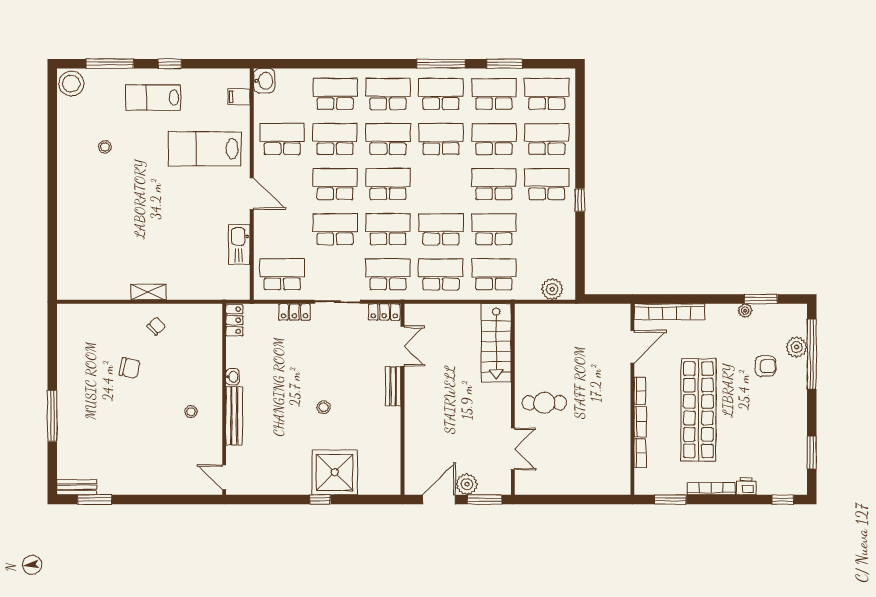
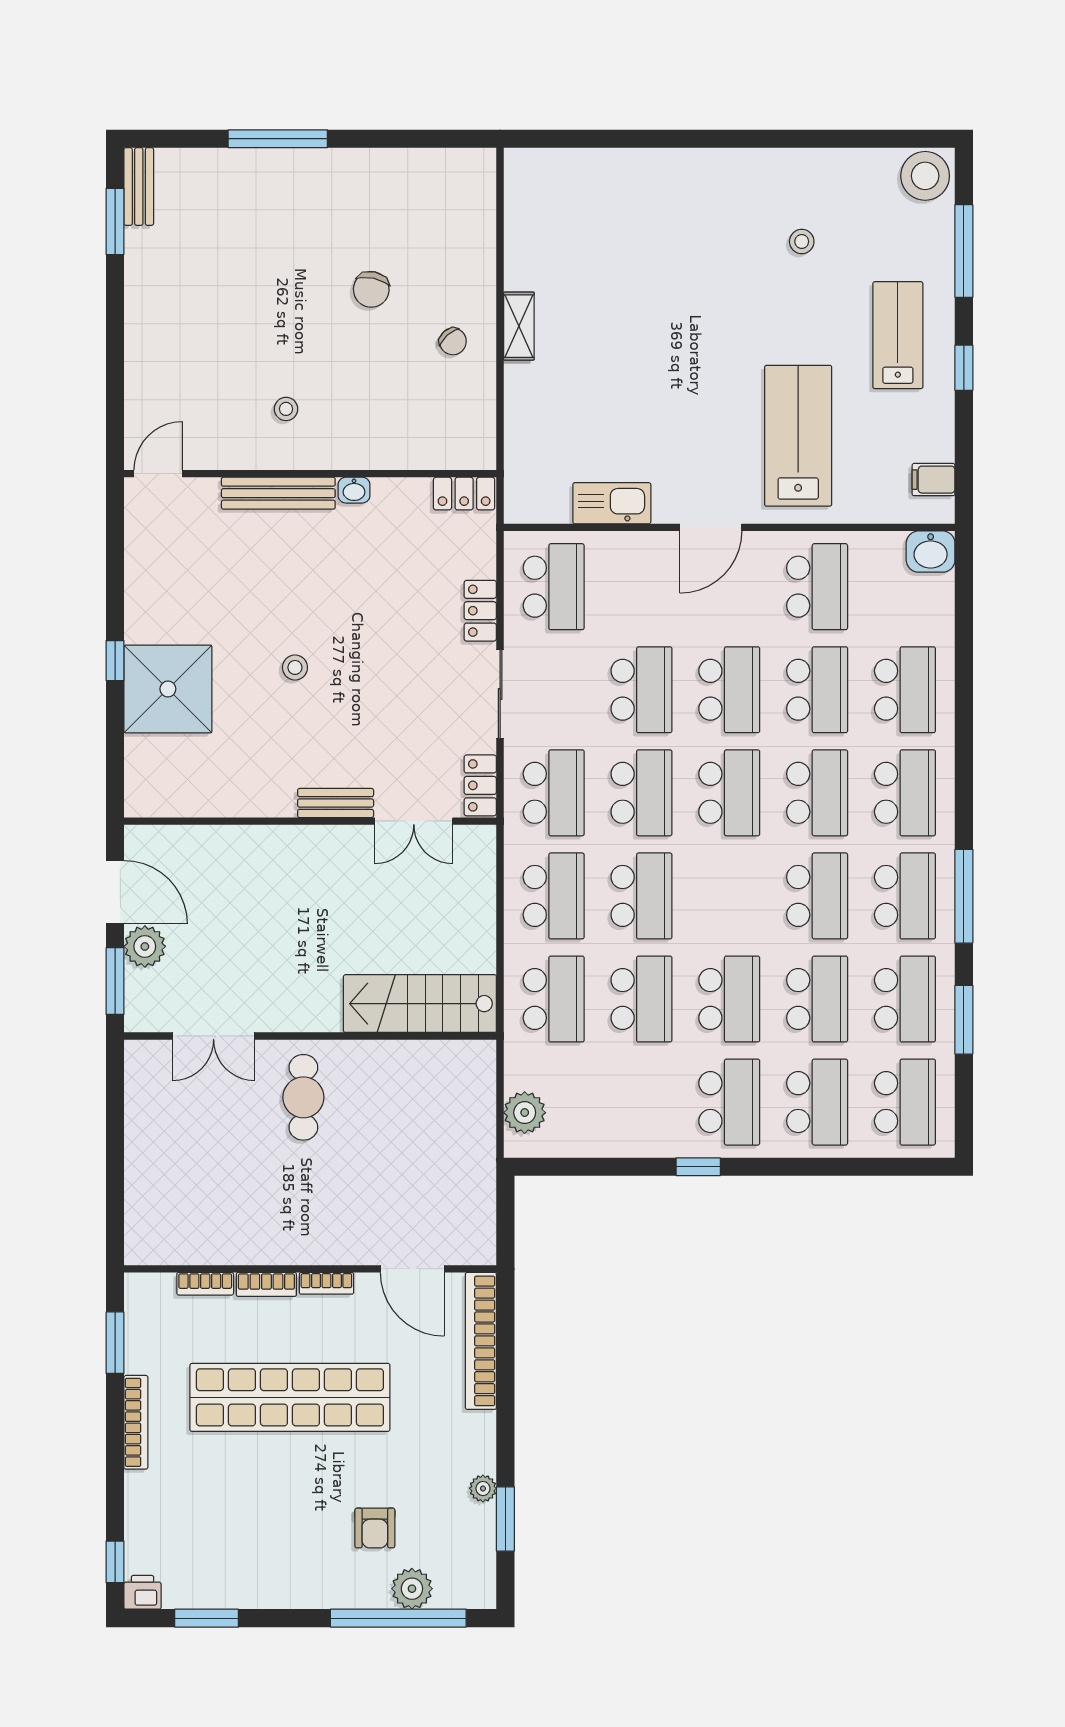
filing cabinet: (239, 97) -> (934, 480), moved, turned -90
printer: (746, 486) -> (142, 1592), moved, turned -90

